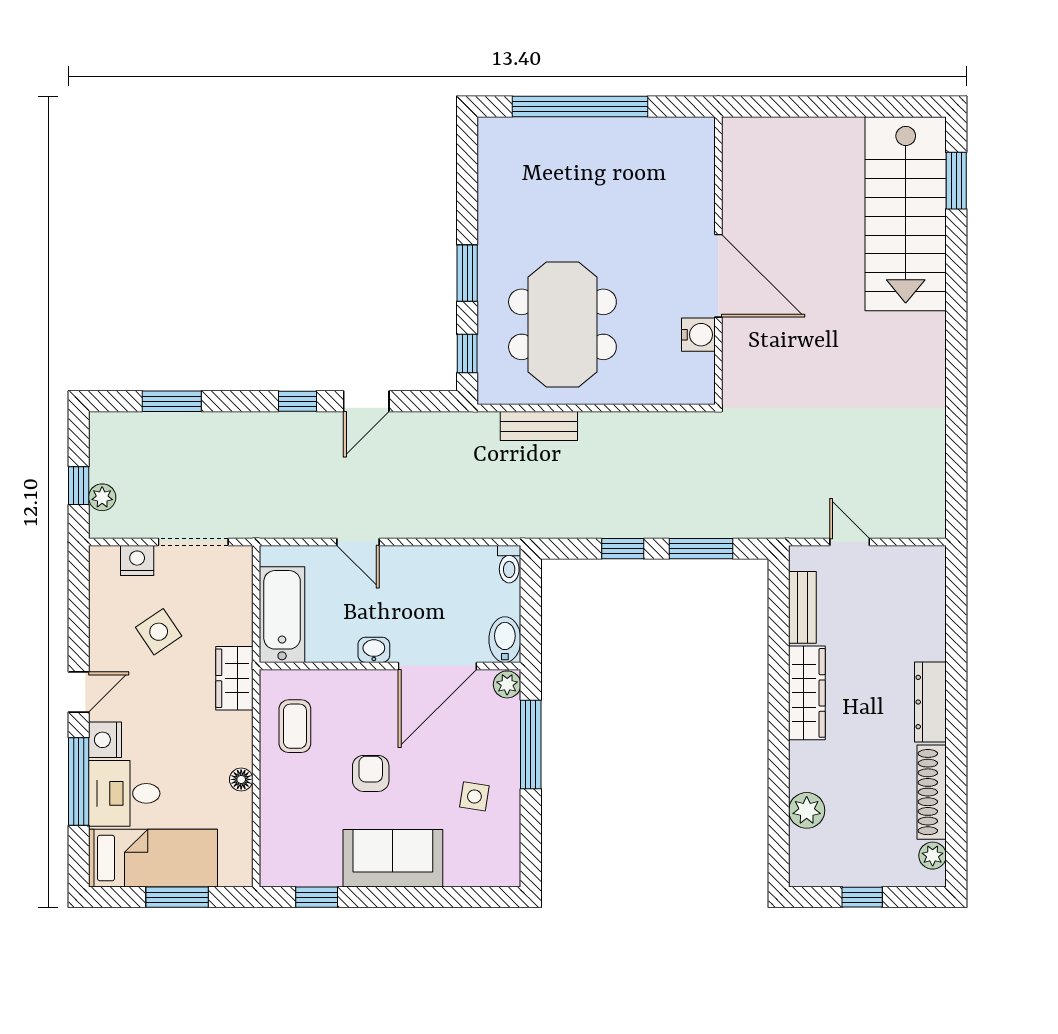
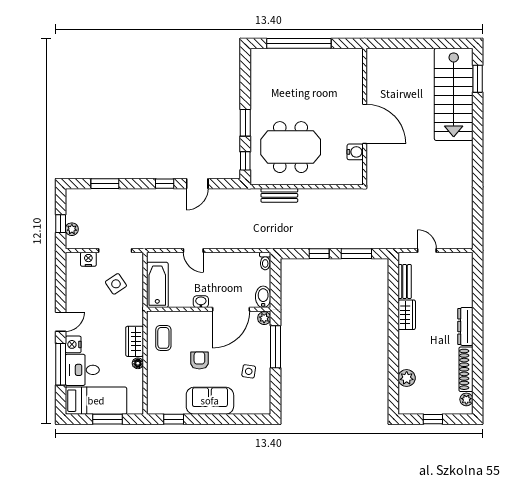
meeting table: (562, 324) -> (291, 147), turned 90
side table: (159, 632) -> (116, 284), moved
wardrobe: (234, 678) -> (135, 341), moved
wardrobe: (807, 693) -> (407, 315), width x0.67

